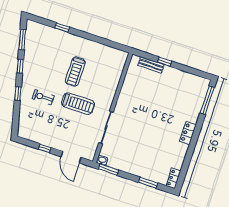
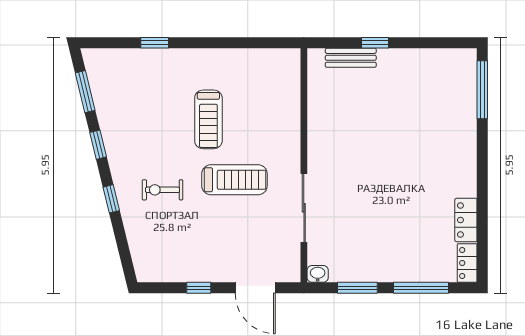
locker: (188, 133) -> (466, 220), moved
window: (109, 170) -> (357, 288), moved
window: (148, 183) -> (421, 288), width x1.44

